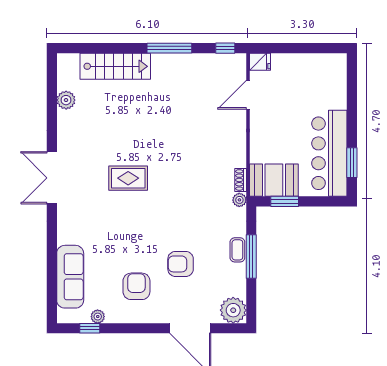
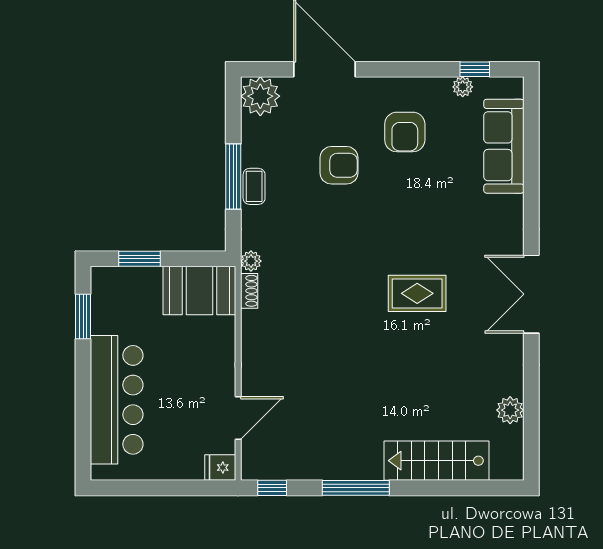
bar counter: (329, 153) -> (117, 400), moved
double door: (52, 178) -> (531, 294), swing flipped
window: (285, 201) -> (140, 259), moved

